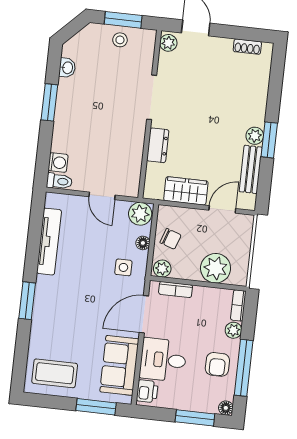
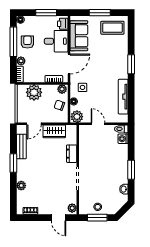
plant: (255, 136) -> (21, 186), moved
window: (96, 407) -> (100, 13), moved
window: (195, 418) -> (46, 13), moved

